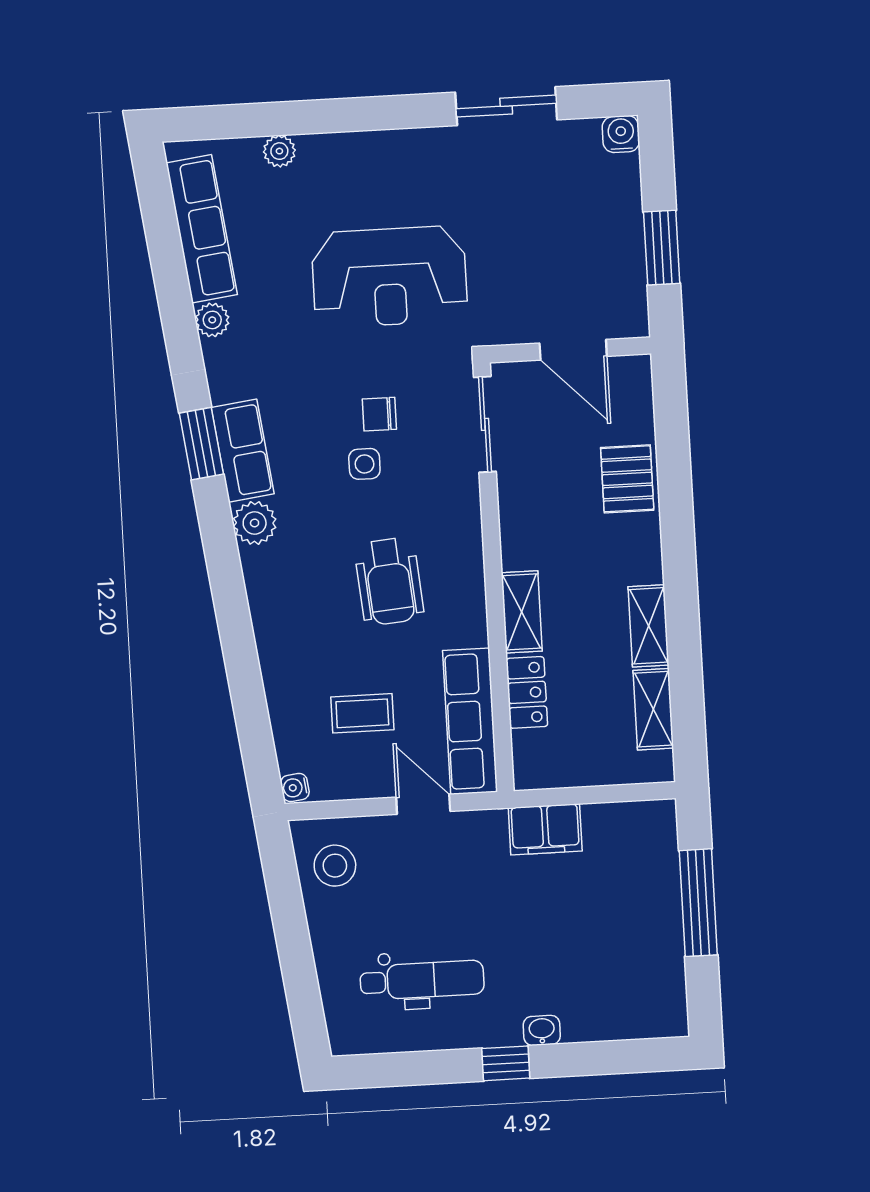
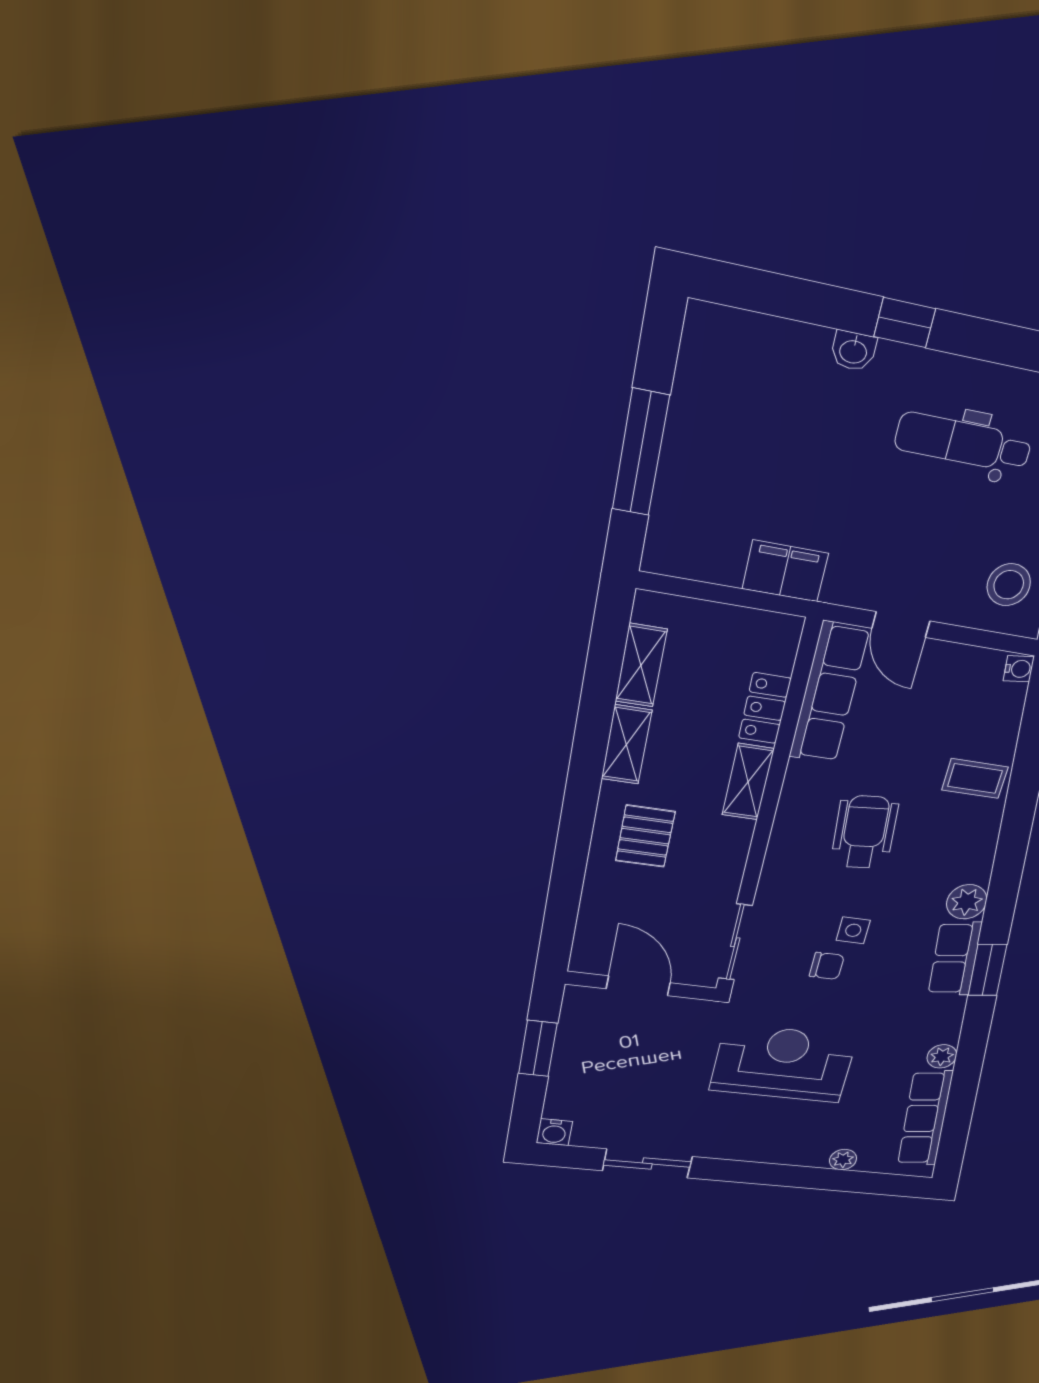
pallet: (627, 479) -> (645, 836), moved
coffee table: (362, 713) -> (975, 778), moved

